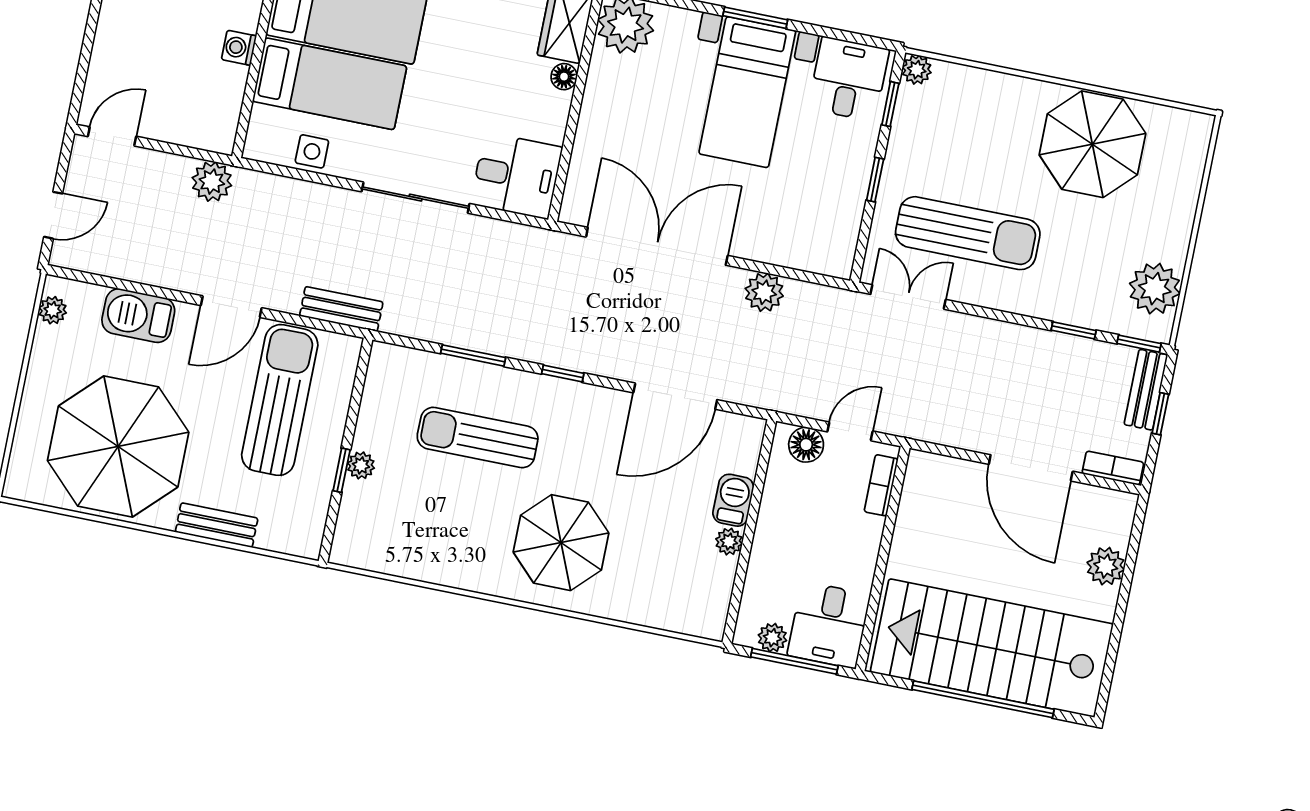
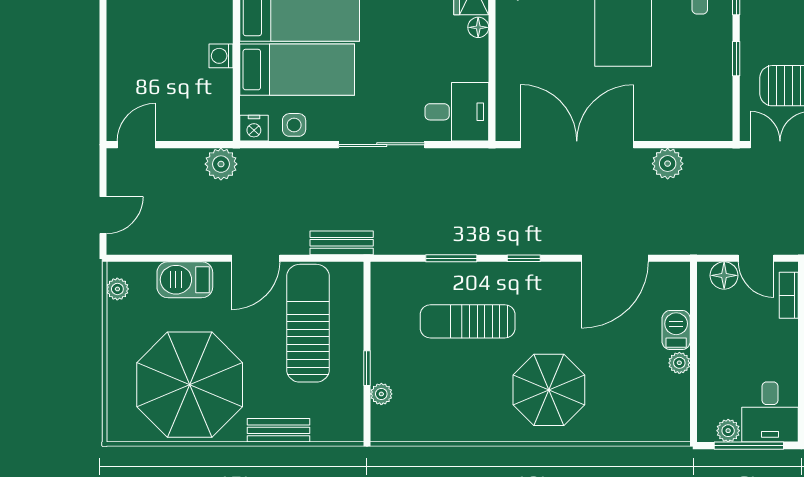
nightstand: (262, 145) -> (254, 128), added
door: (850, 431) -> (756, 258), swing flipped
plant: (361, 465) -> (381, 394), moved

